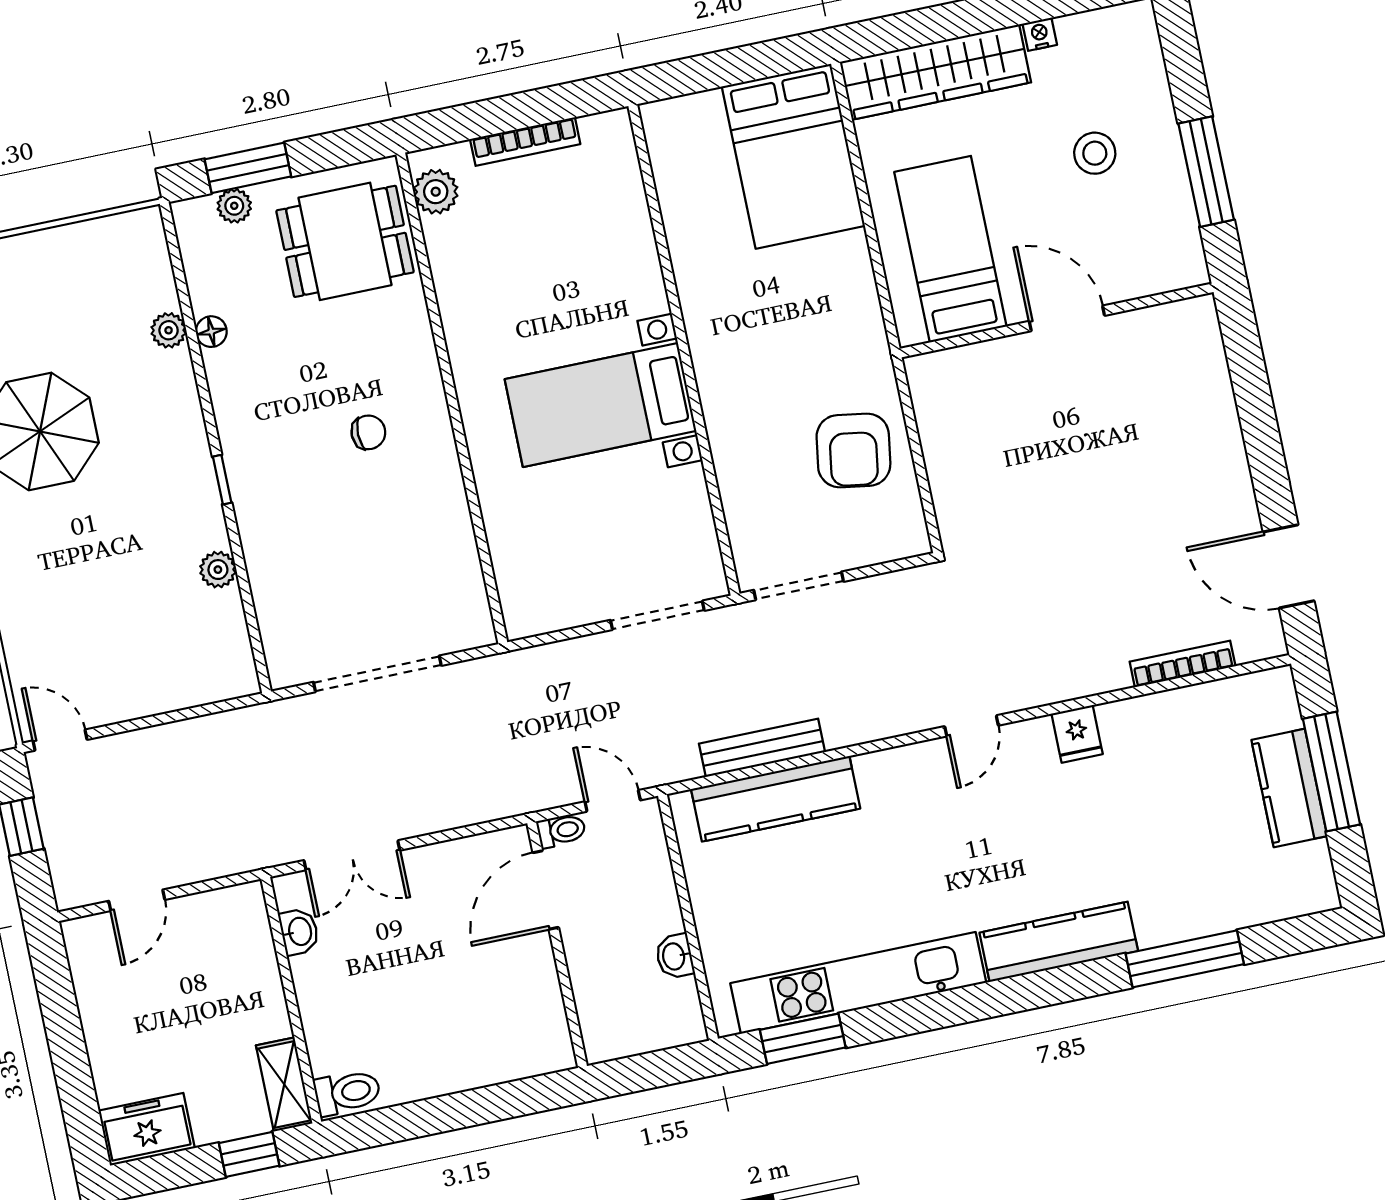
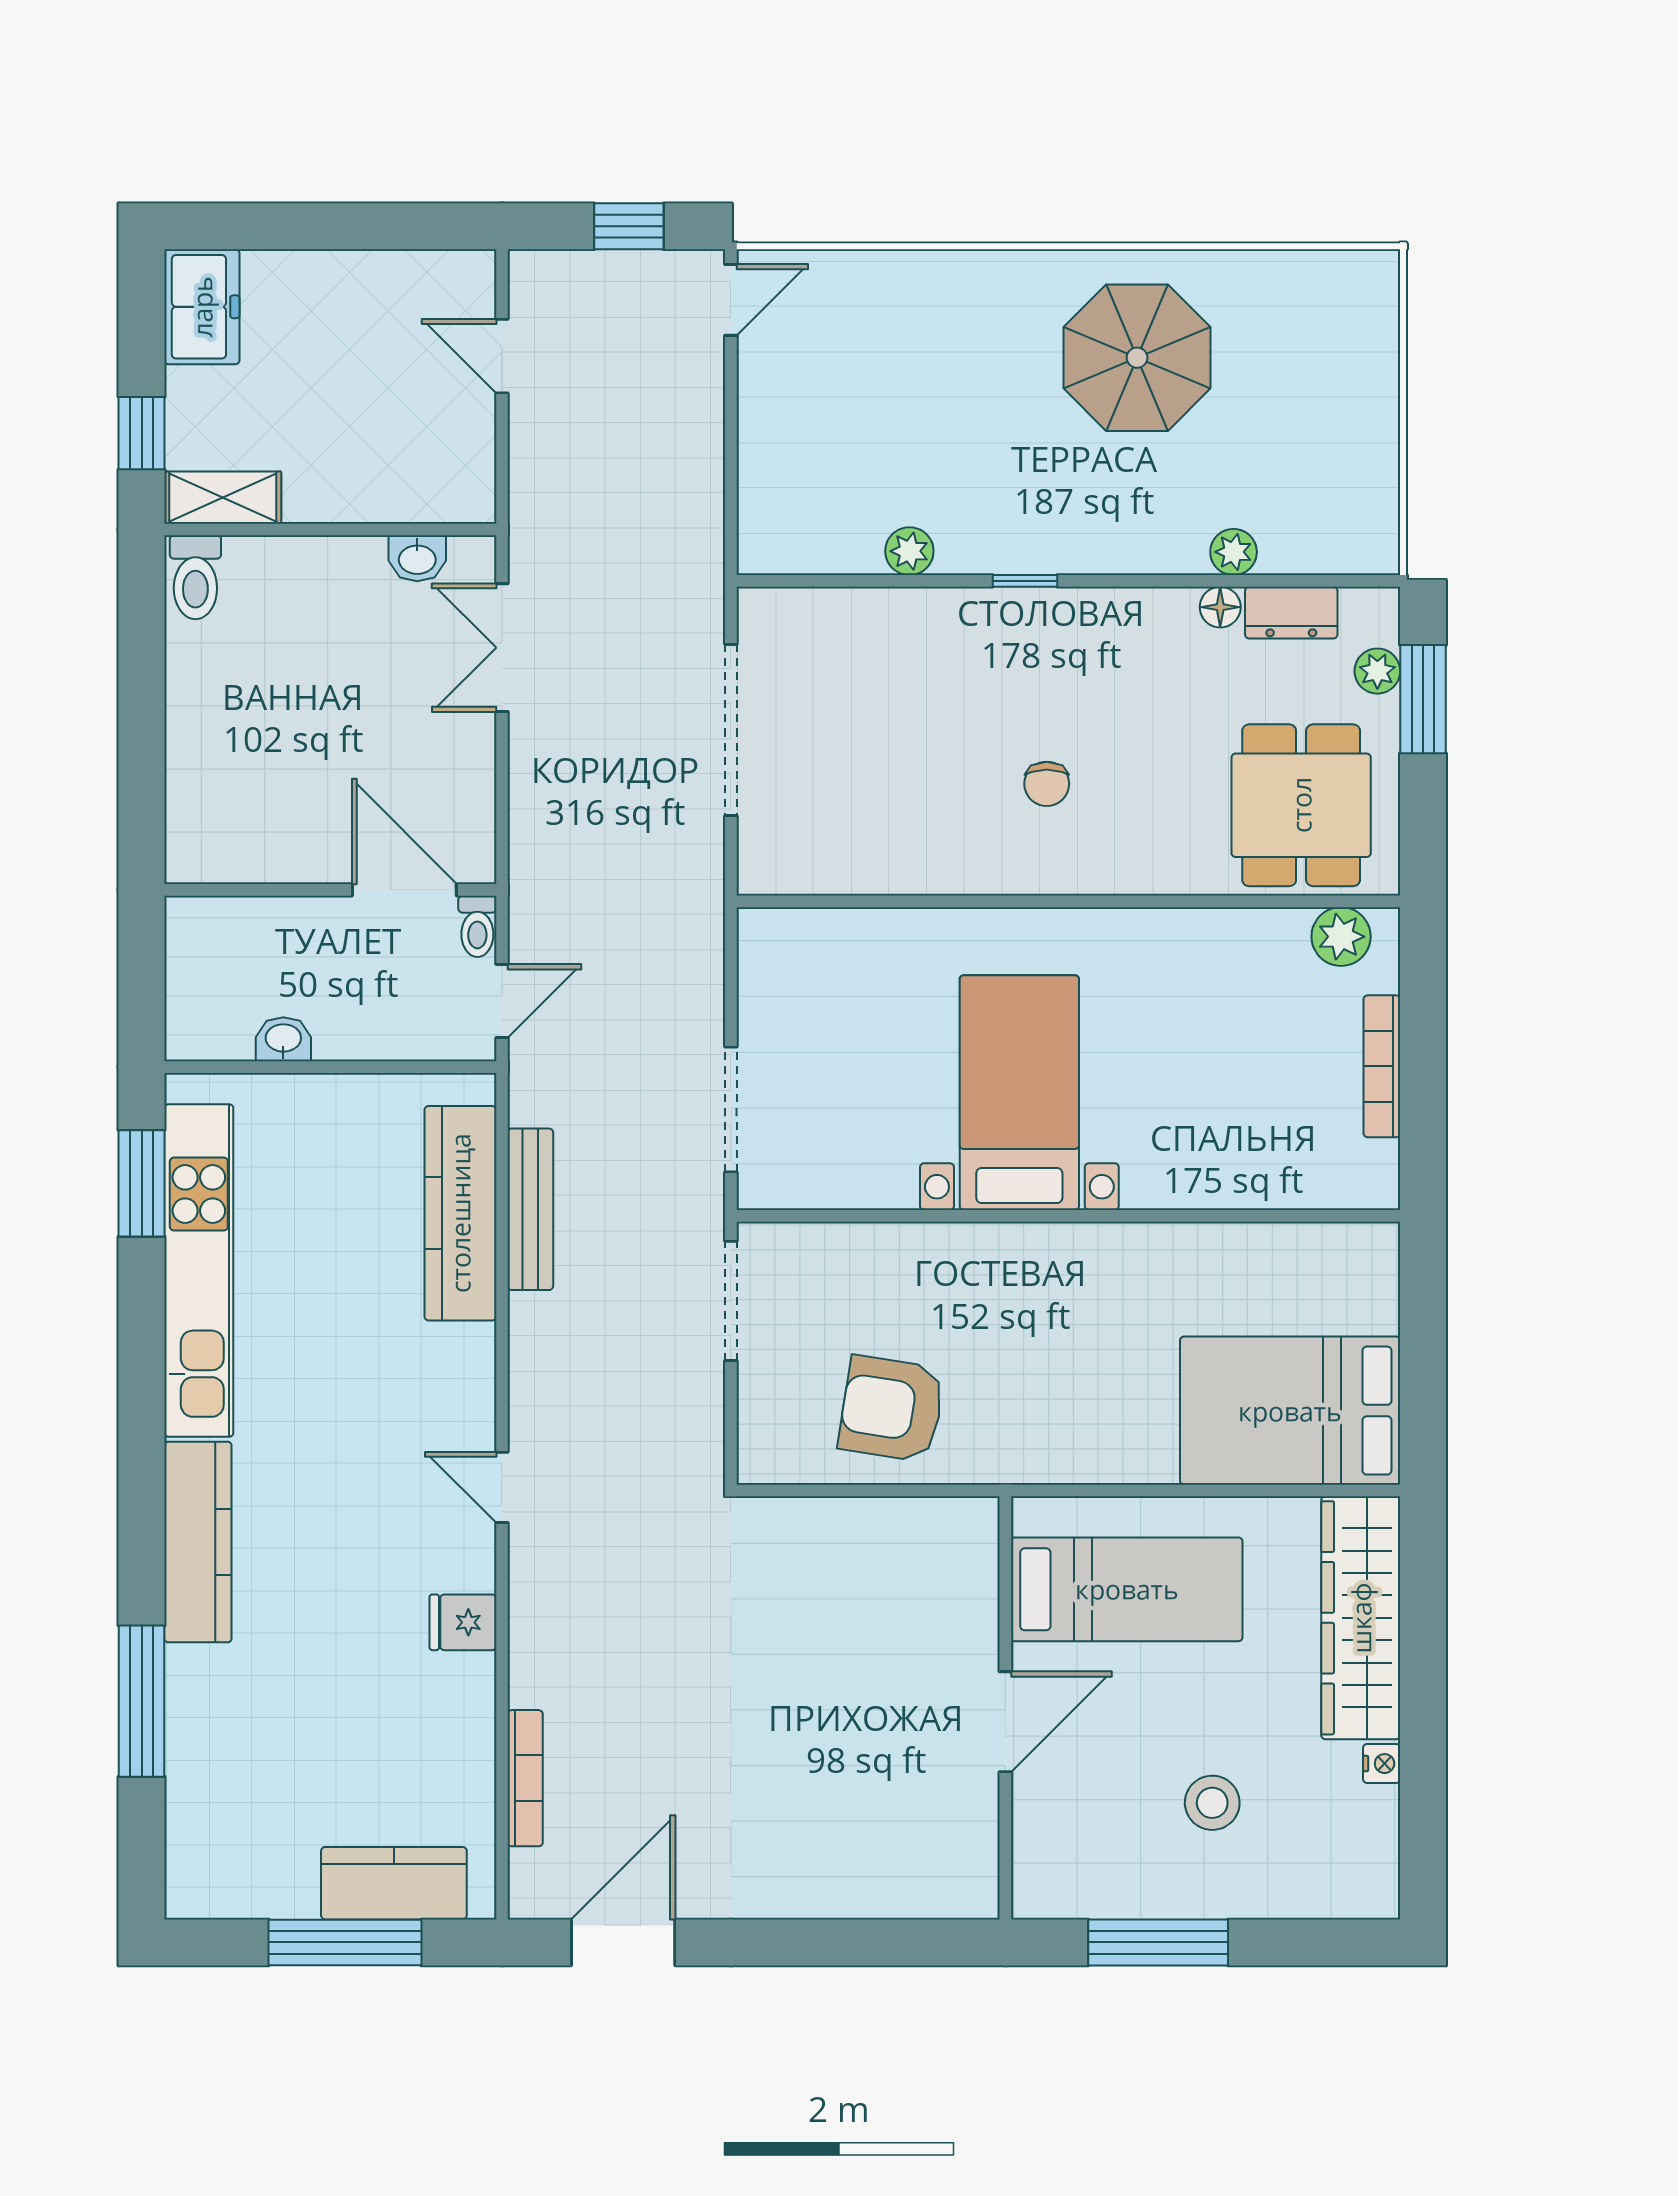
dresser: (204, 278) -> (1291, 613), added
kitchen counter: (1289, 788) -> (394, 1883), moved

